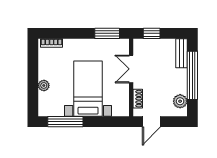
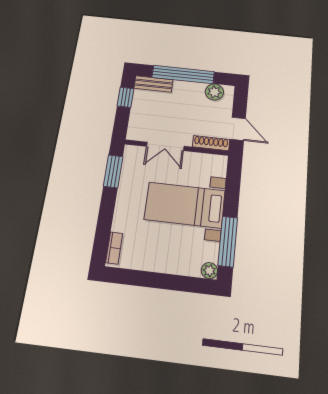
window: (152, 33) -> (125, 97), moved
plant: (44, 85) -> (209, 271), moved
shoe rack: (138, 99) -> (211, 143), width x1.43

